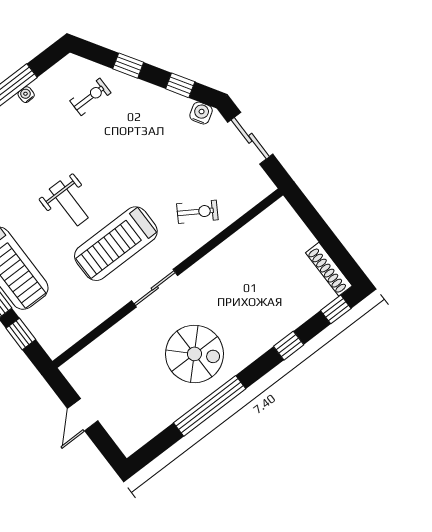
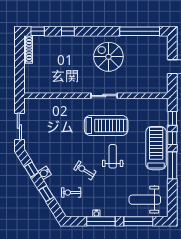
water cooler: (201, 113) -> (44, 173), moved
exercise bike: (197, 212) -> (85, 170), moved
window: (210, 406) -> (140, 31), moved

